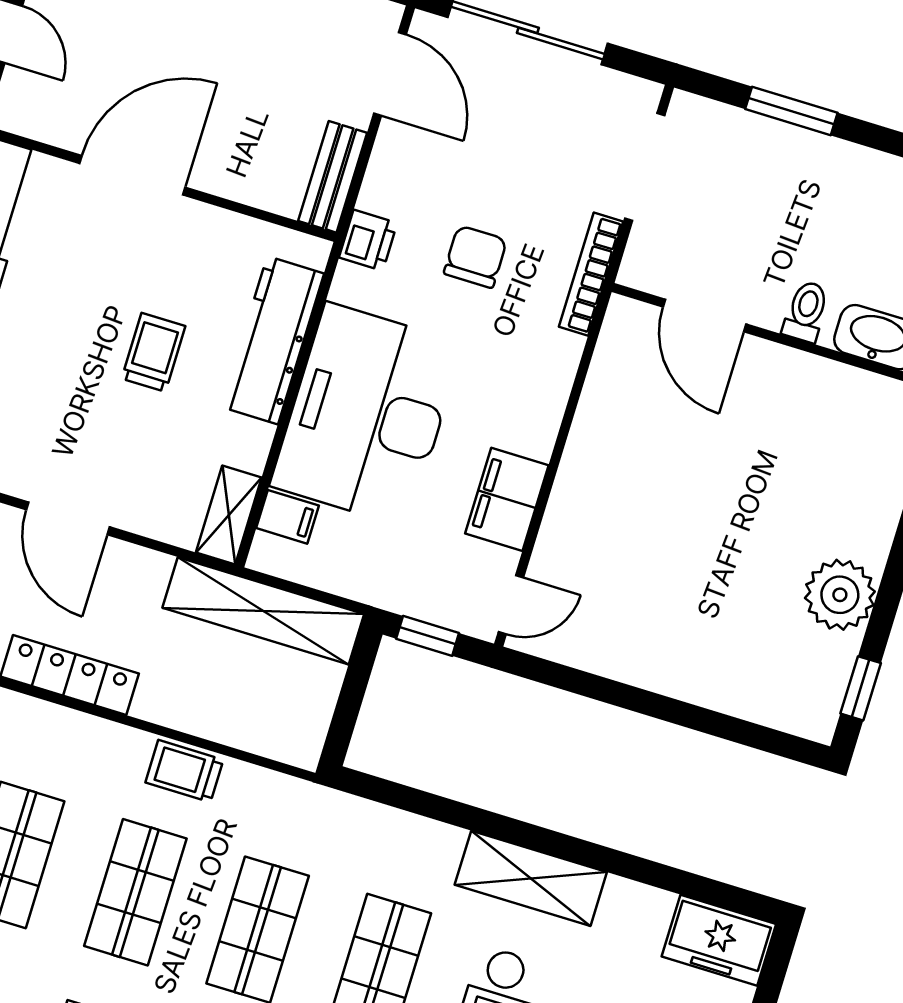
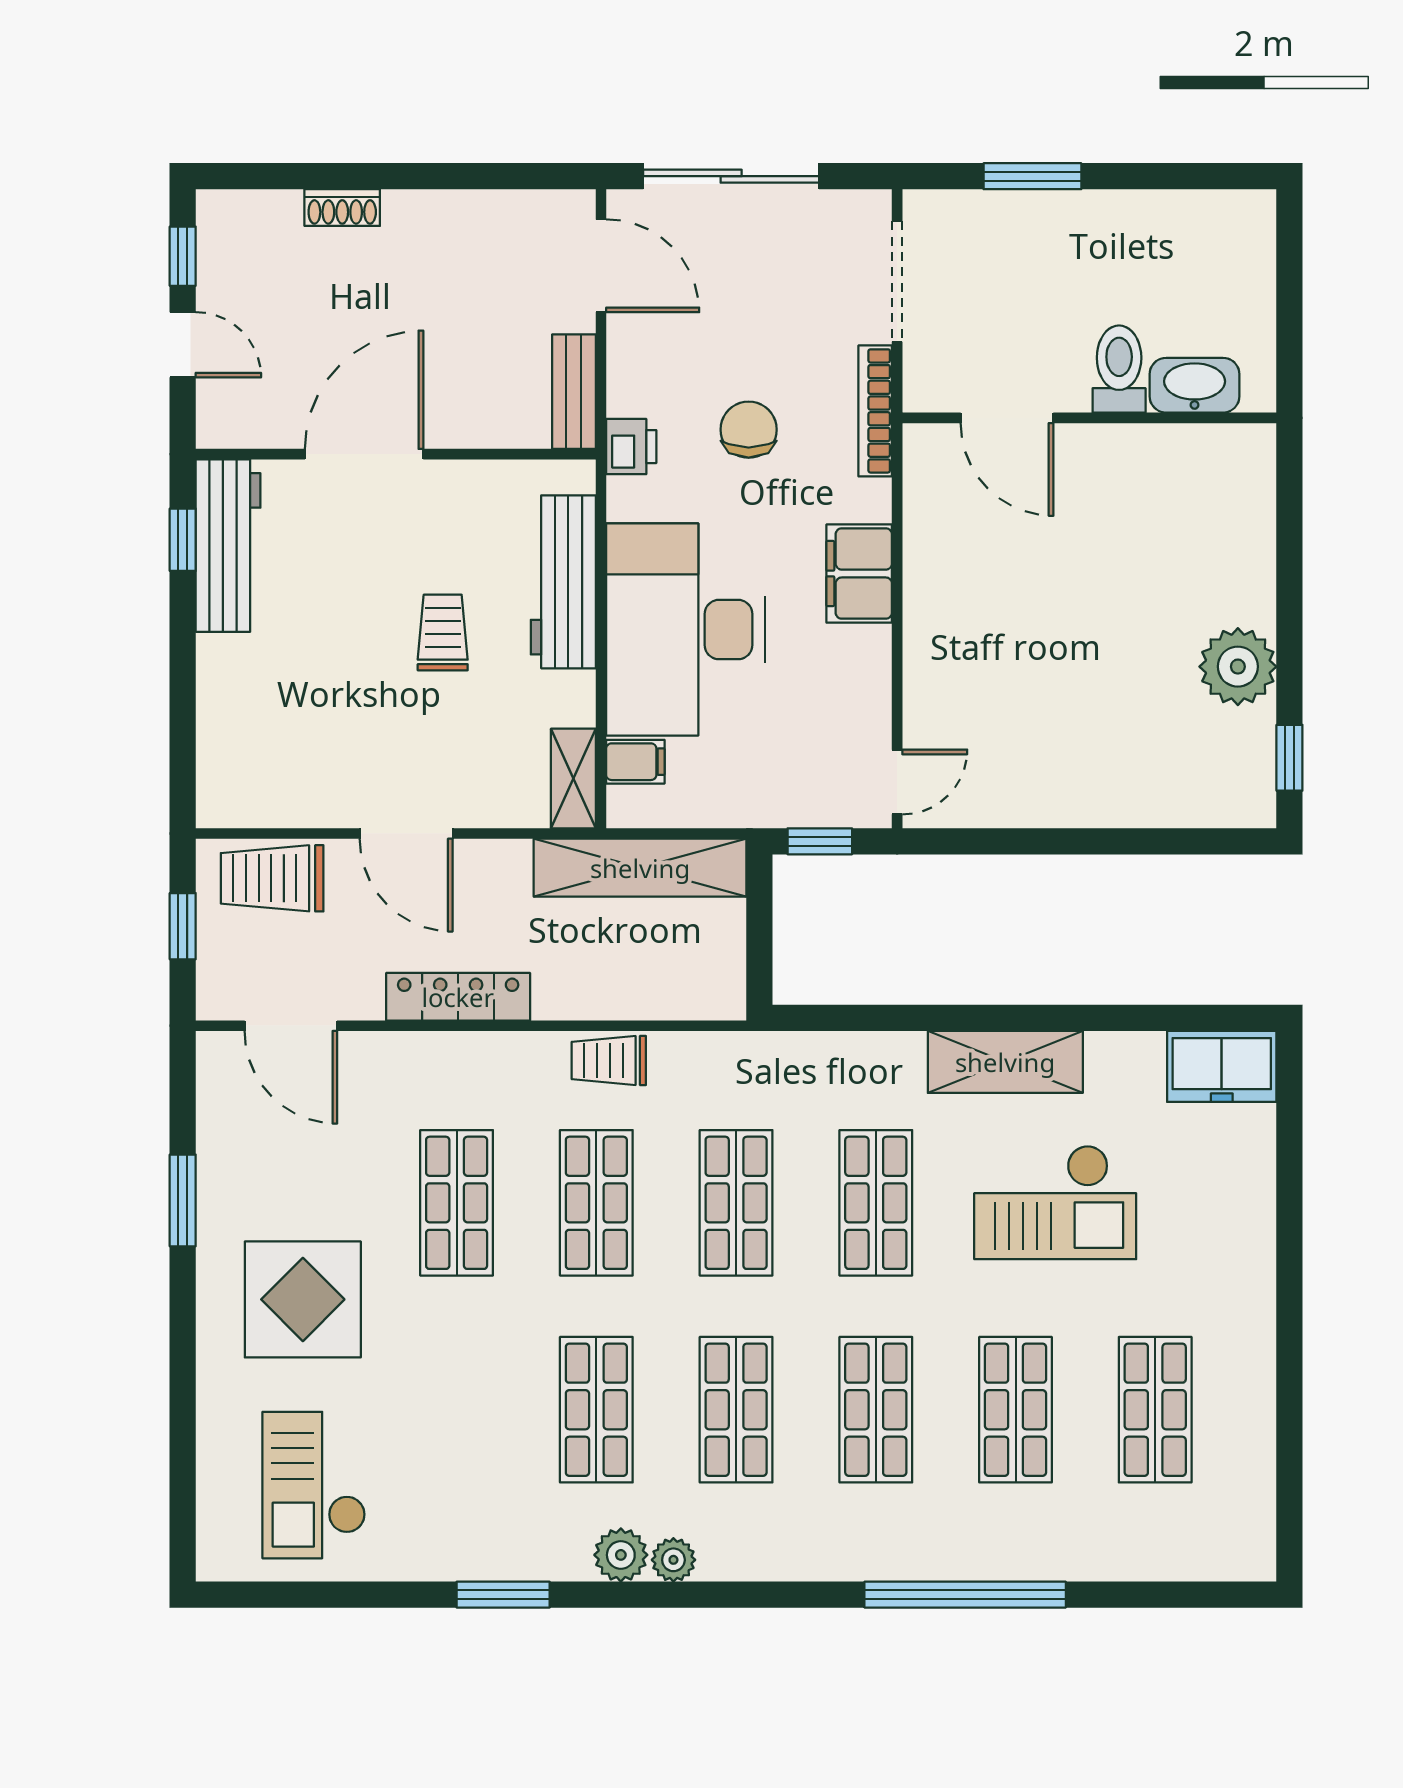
toilet: (806, 311) -> (1119, 369), width x1.37, depth x1.39
filing cabinet: (507, 499) -> (859, 574), moved

